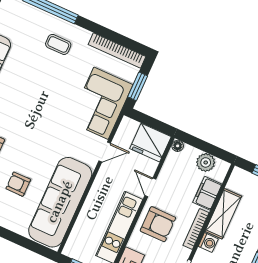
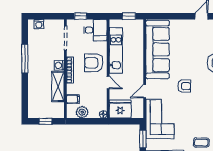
armchair: (18, 184) -> (184, 86), moved
filing cabinet: (207, 193) -> (73, 99), width x0.50

